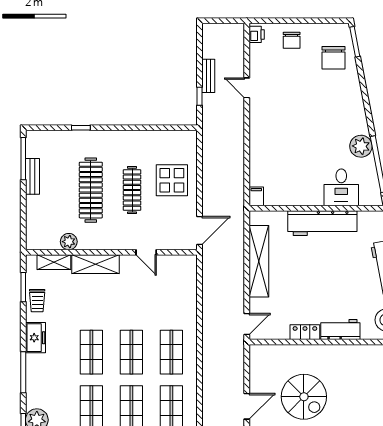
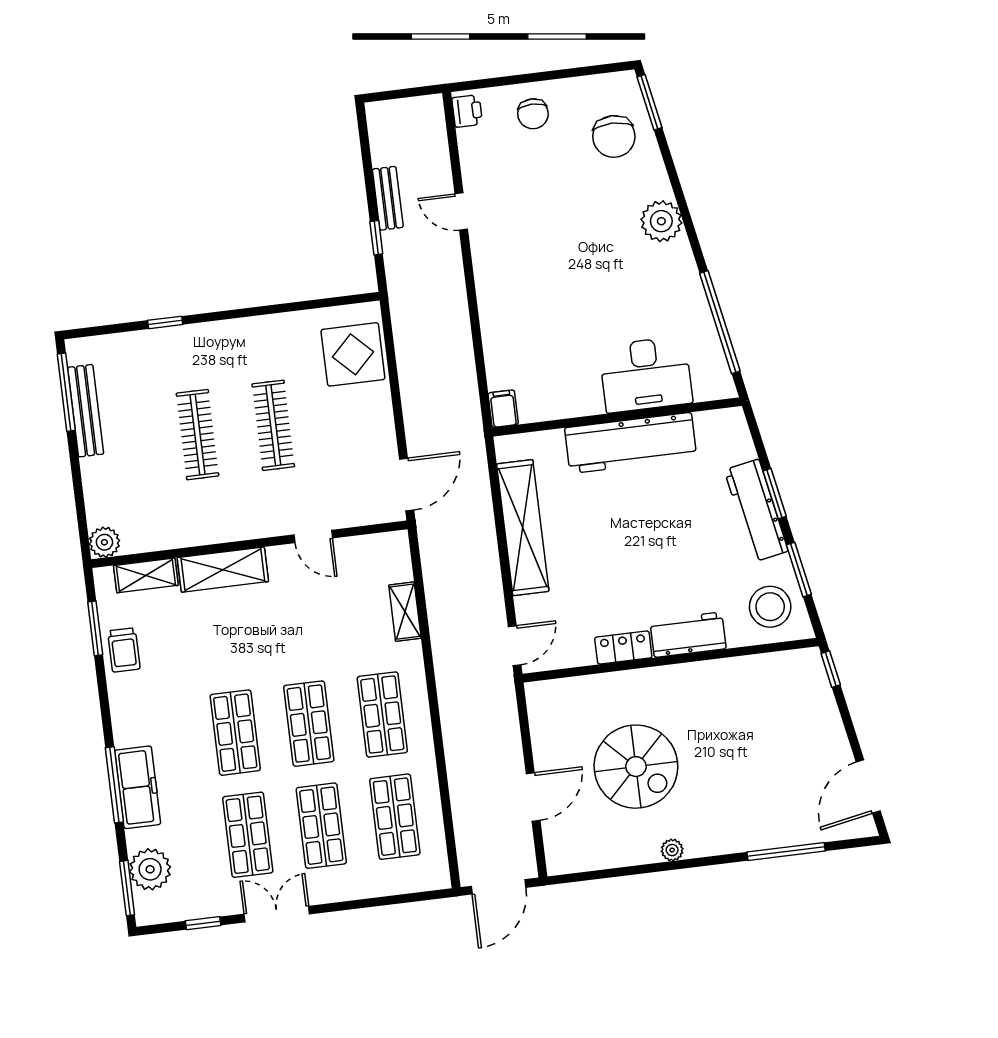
plant: (361, 146) -> (661, 221), moved
bench: (32, 176) -> (86, 411), width x1.36
display table: (172, 180) -> (353, 354), moved
desk: (341, 187) -> (646, 374), width x1.37
clothes rail: (91, 190) -> (197, 435), width x0.73, depth x0.76
plant: (69, 242) -> (104, 542), moved
shelving: (190, 299) -> (405, 612), added
freezer: (36, 338) -> (138, 787), moved, width x1.40

